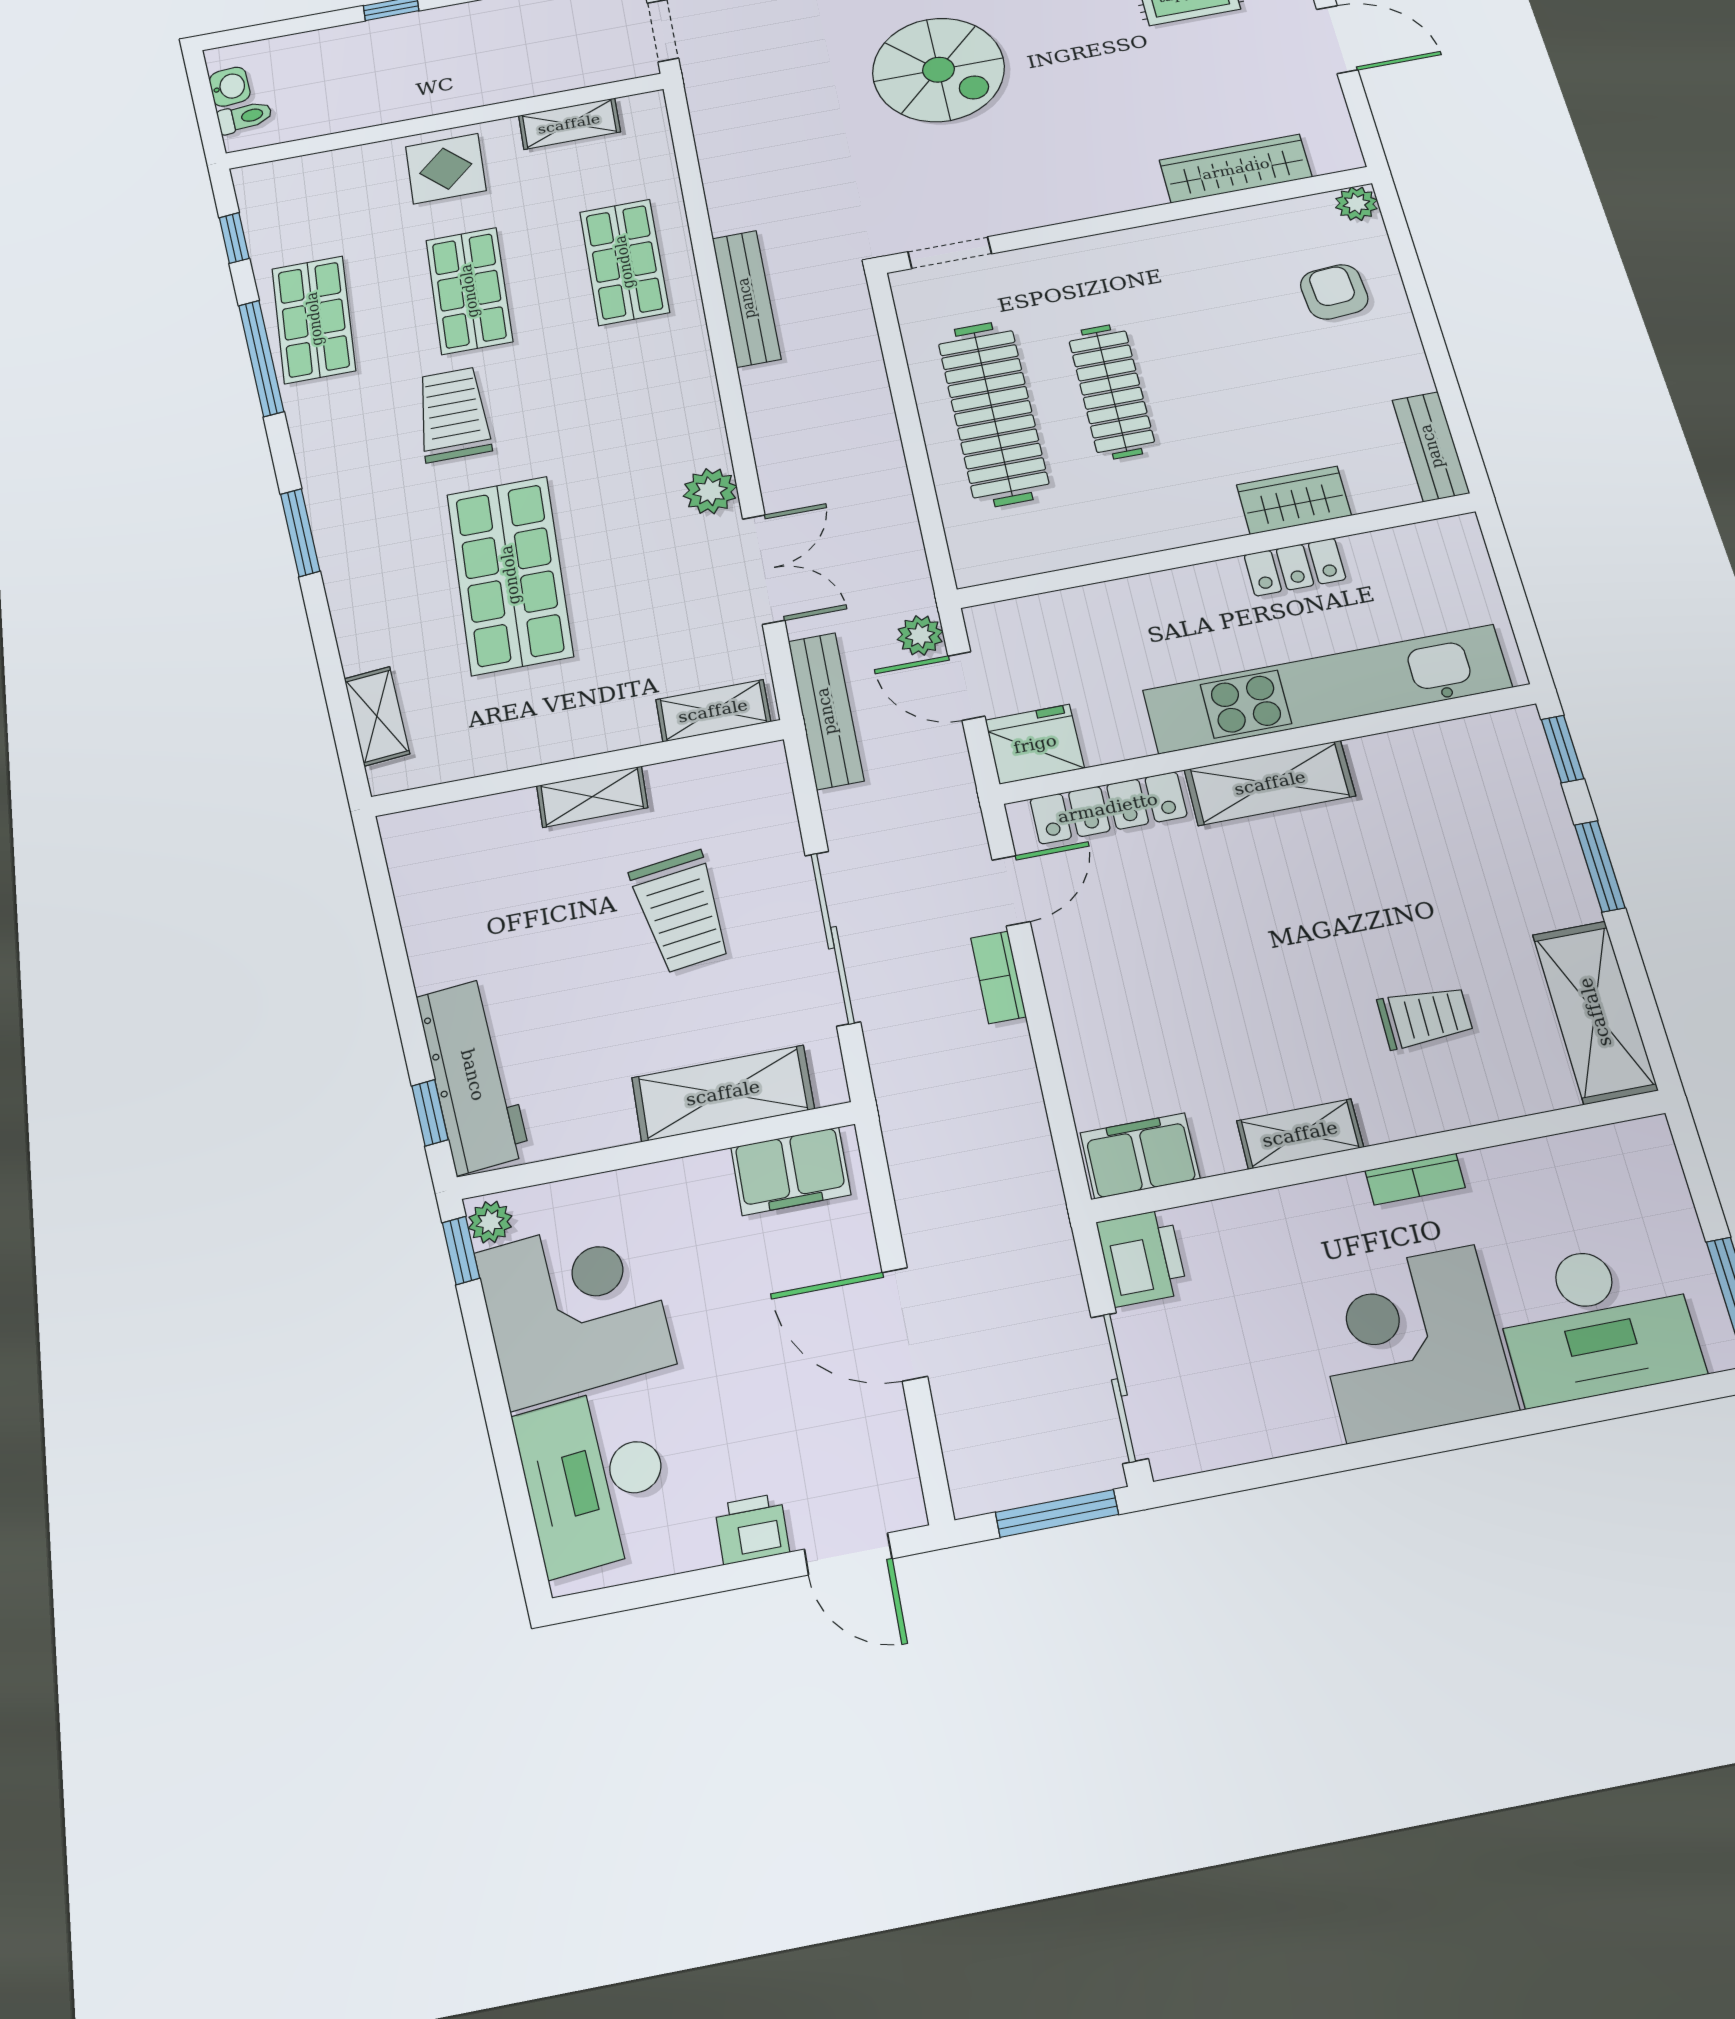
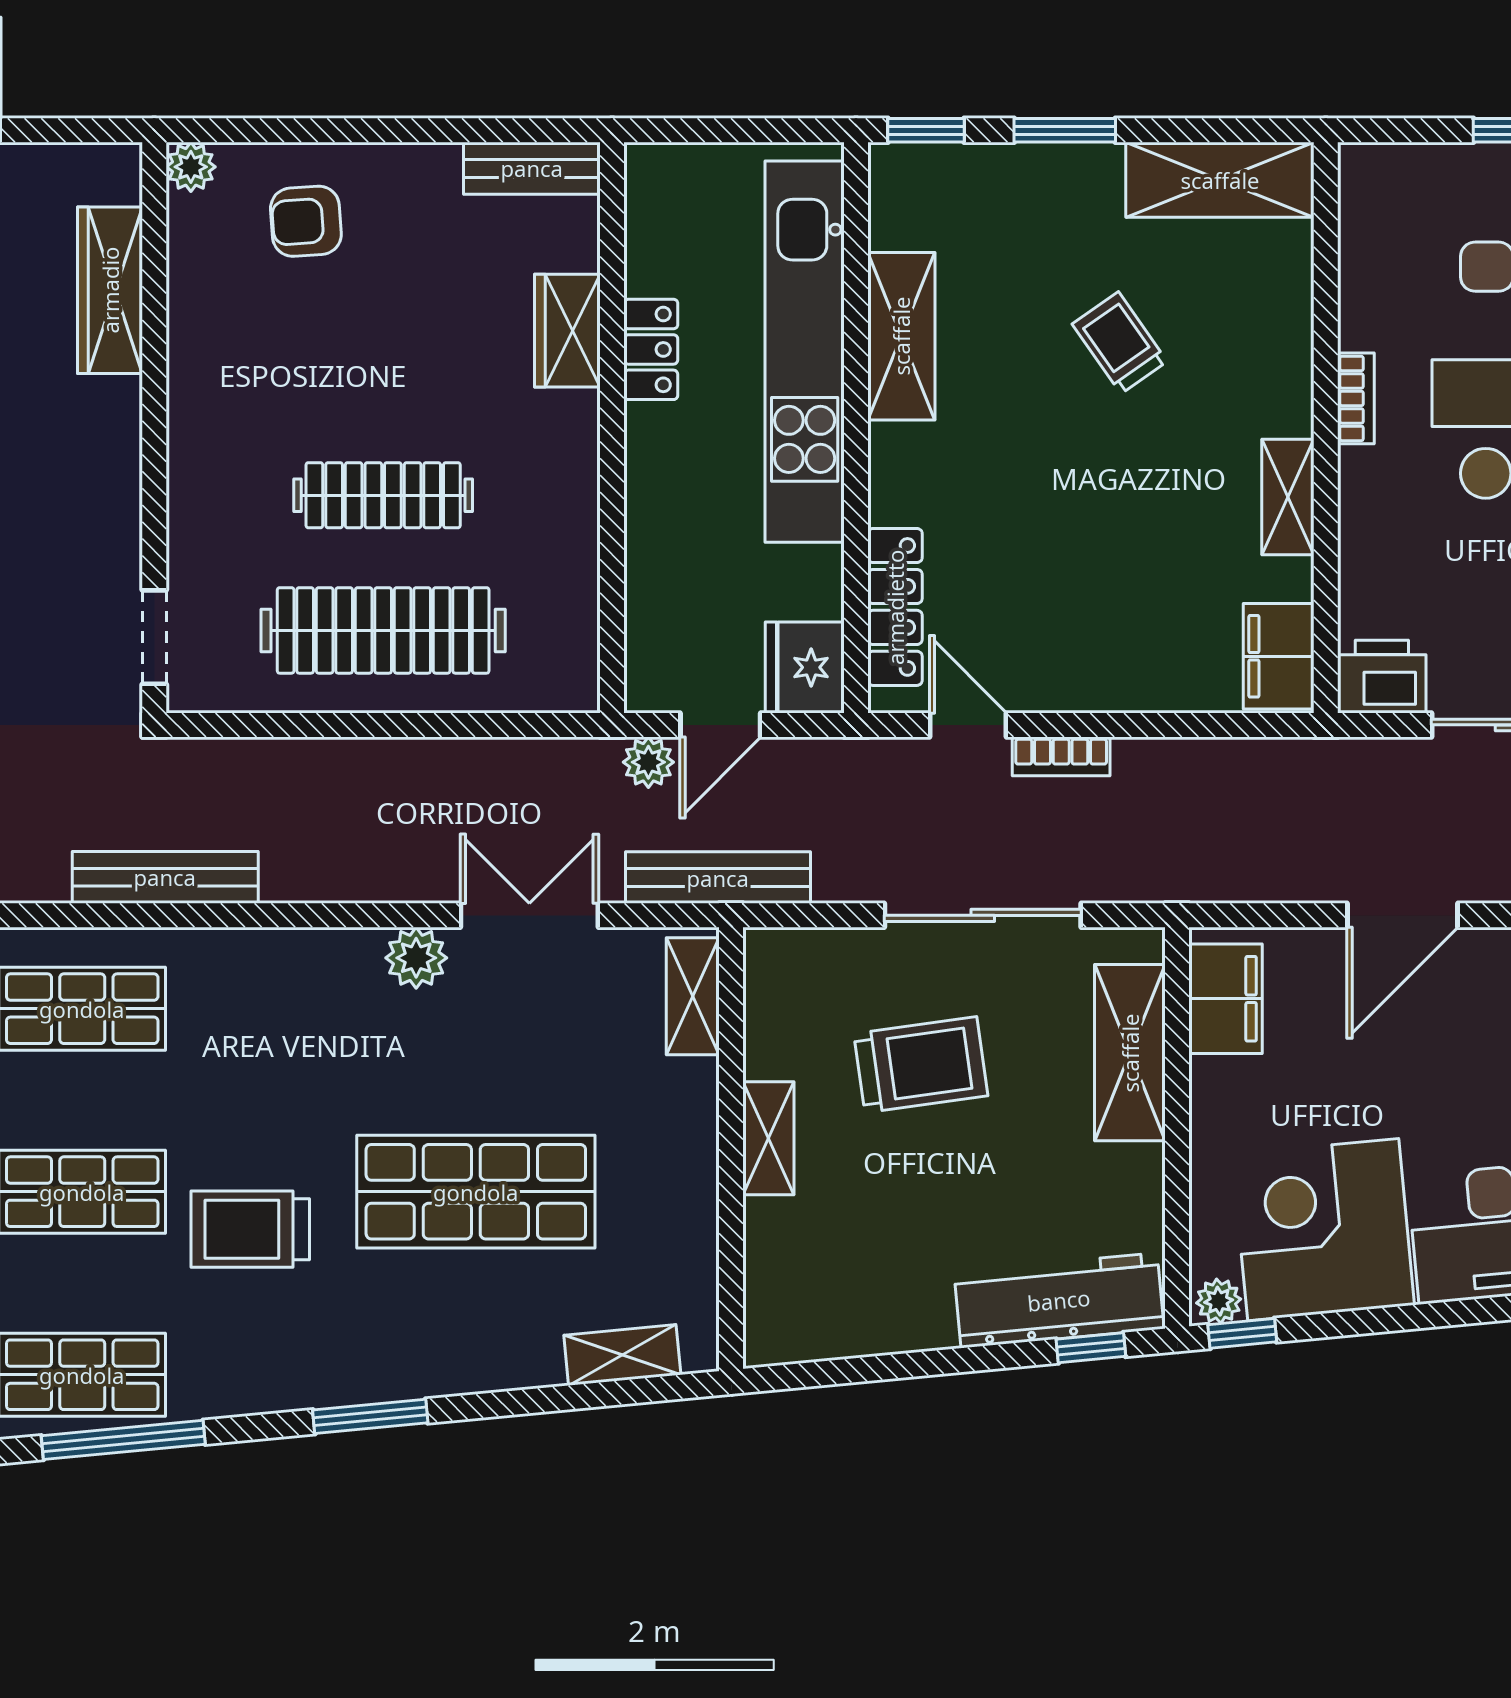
shelving: (1270, 783) -> (901, 336), moved
trolley: (1425, 1017) -> (1120, 343), moved, turned -35

